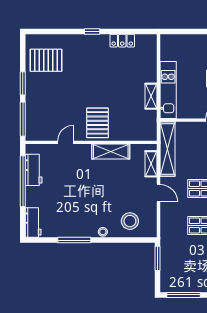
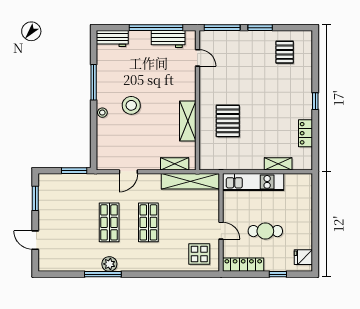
pallet: (46, 60) -> (285, 52), width x0.67, depth x0.71
shelving: (151, 96) -> (278, 164), moved
pallet: (97, 123) -> (228, 121), moved, turned 90
door: (66, 142) -> (197, 58), moved
door: (158, 193) -> (128, 172), moved
stool: (130, 221) -> (131, 105), moved
window: (184, 295) -> (35, 198), width x0.69

